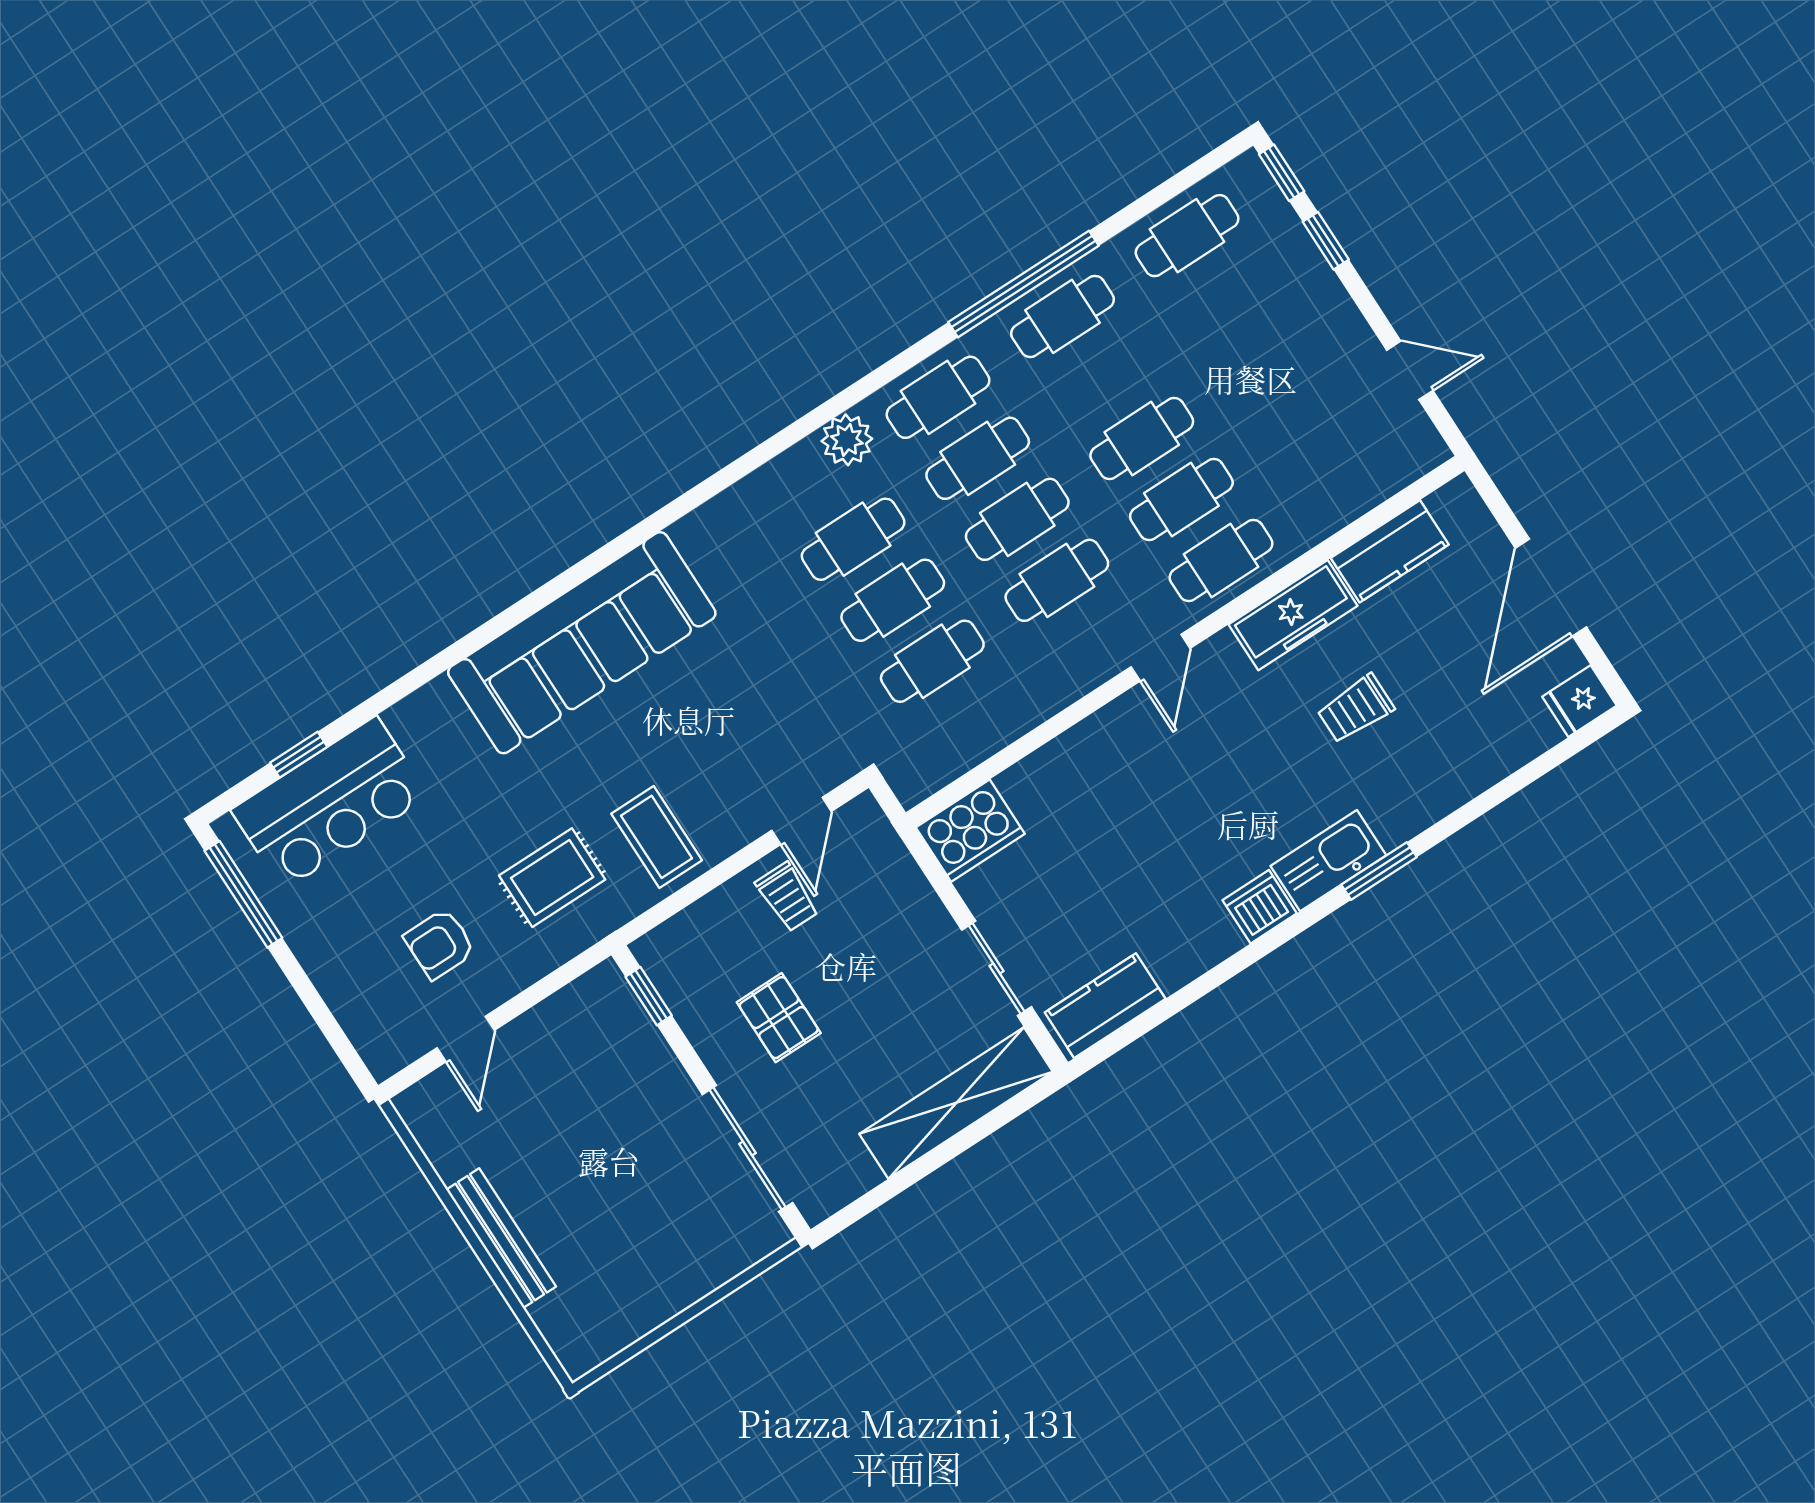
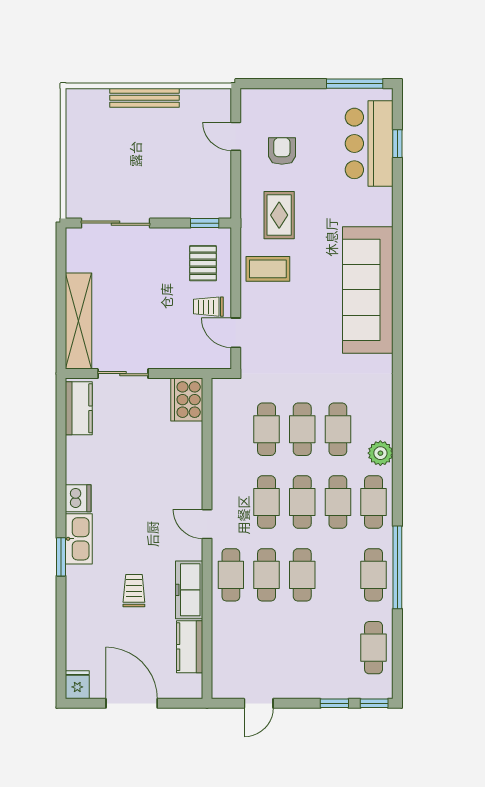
pallet: (779, 1018) -> (203, 263), moved, turned 90

